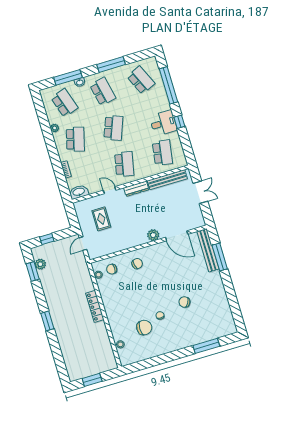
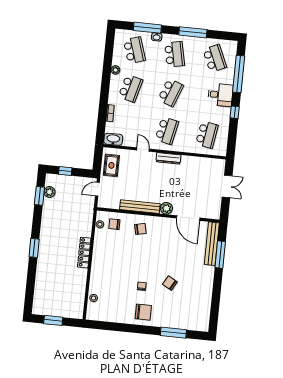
desk: (163, 123) -> (220, 95), moved
bench: (167, 180) -> (140, 207), moved
rug: (101, 219) -> (111, 165), moved
chair: (144, 328) -> (143, 312), moved

